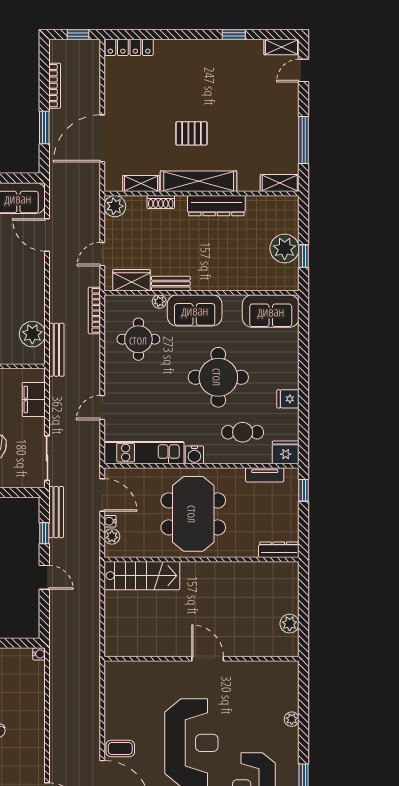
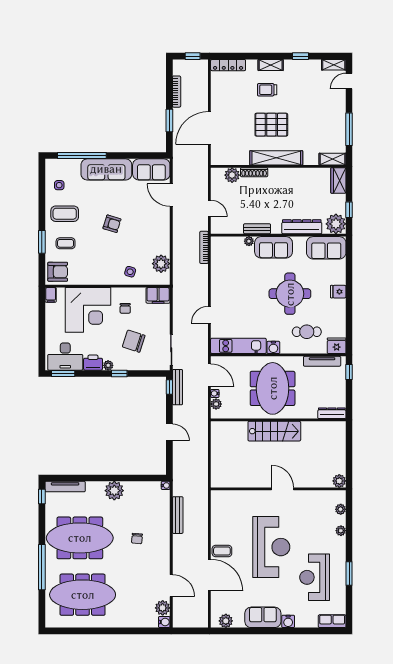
trolley: (185, 83) -> (267, 90), added
pallet: (191, 133) -> (271, 125), width x1.50, depth x1.42
shelving: (141, 184) -> (271, 65), moved
shoe rack: (161, 202) -> (254, 172), width x1.43
plant: (115, 206) -> (232, 175), moved
dresser: (216, 206) -> (302, 227), moved, turned 180
plant: (285, 248) -> (336, 224), moved
door: (102, 254) -> (209, 208), swing flipped
wardrobe: (131, 280) -> (338, 180), moved, turned -90
round table: (138, 339) -> (235, 267), removed
bench: (56, 350) -> (178, 515), moved
filing cabinet: (34, 399) -> (158, 295), moved, turned -90
fridge: (288, 399) -> (338, 292), moved
tv unit: (265, 475) -> (322, 361), width x1.41
window: (44, 533) -> (169, 387), moved
stairs: (142, 576) -> (274, 431), moved
plant: (290, 624) -> (339, 481), moved
plant: (291, 688) -> (341, 509), added

